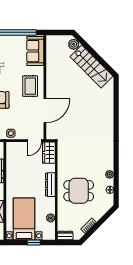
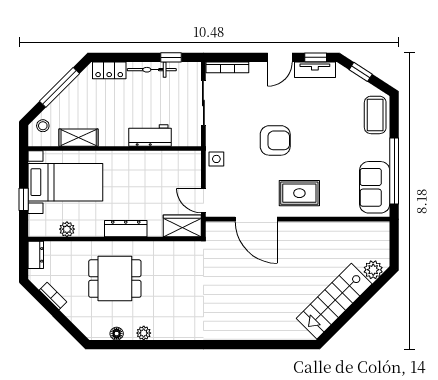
sofa: (35, 51) -> (375, 187), moved, turned -90
dining table: (79, 191) -> (115, 279), turned 90

